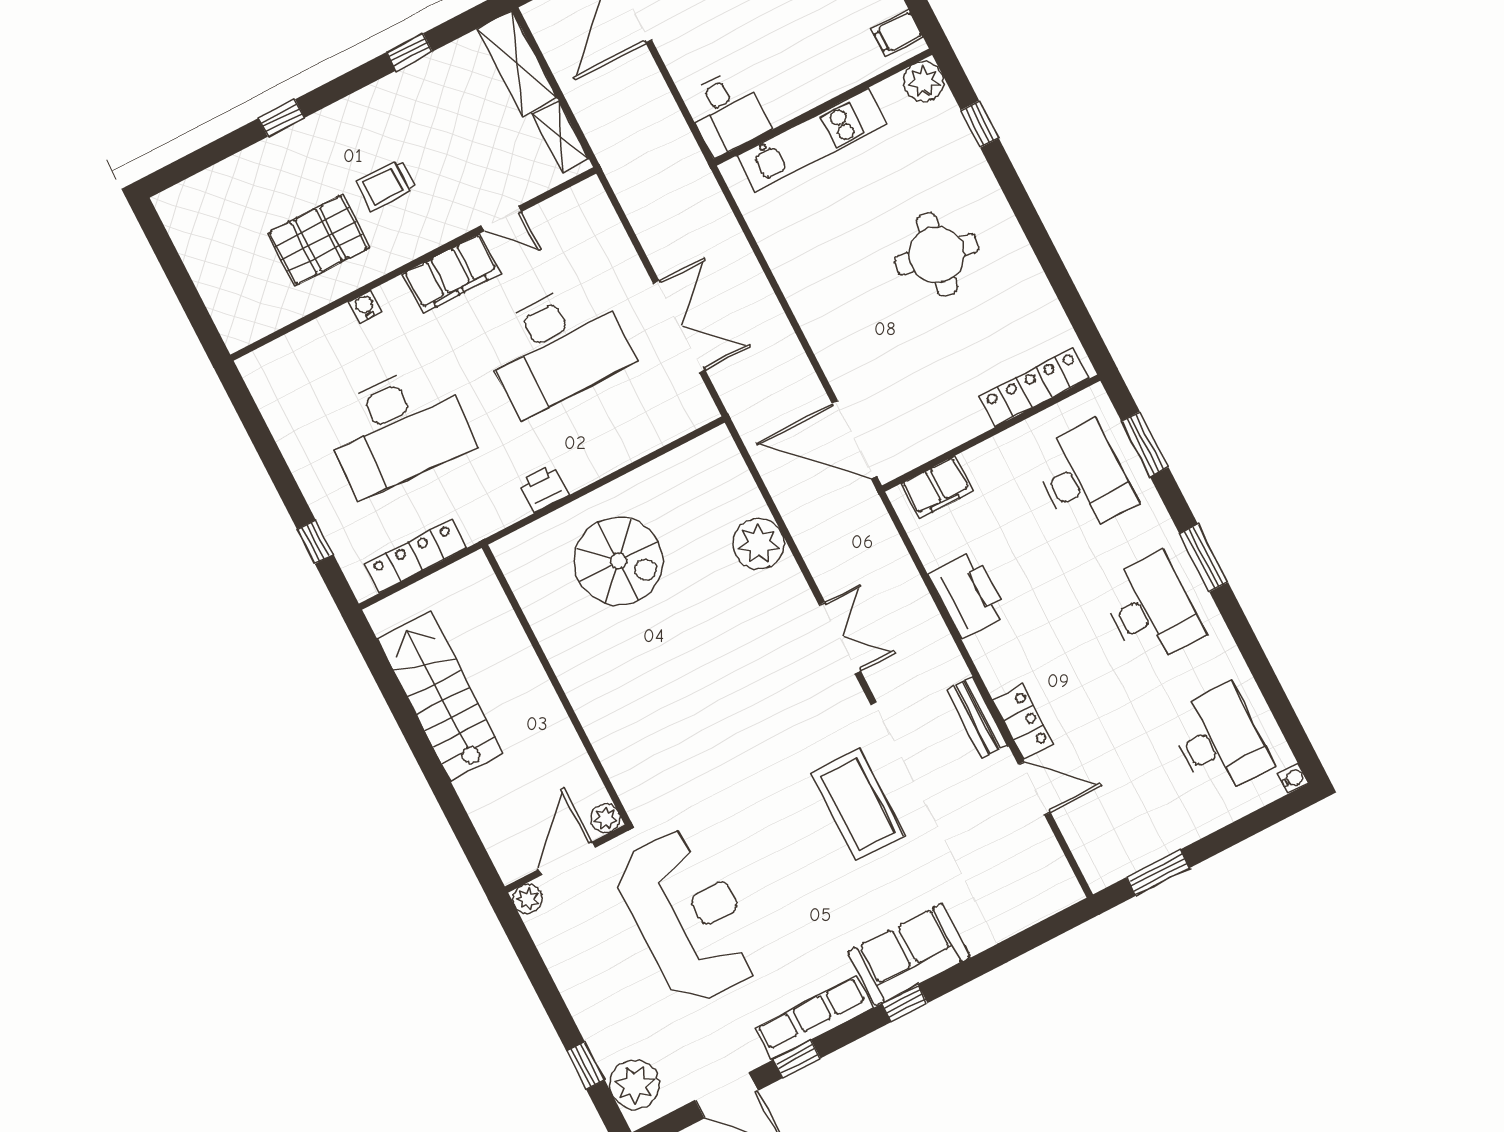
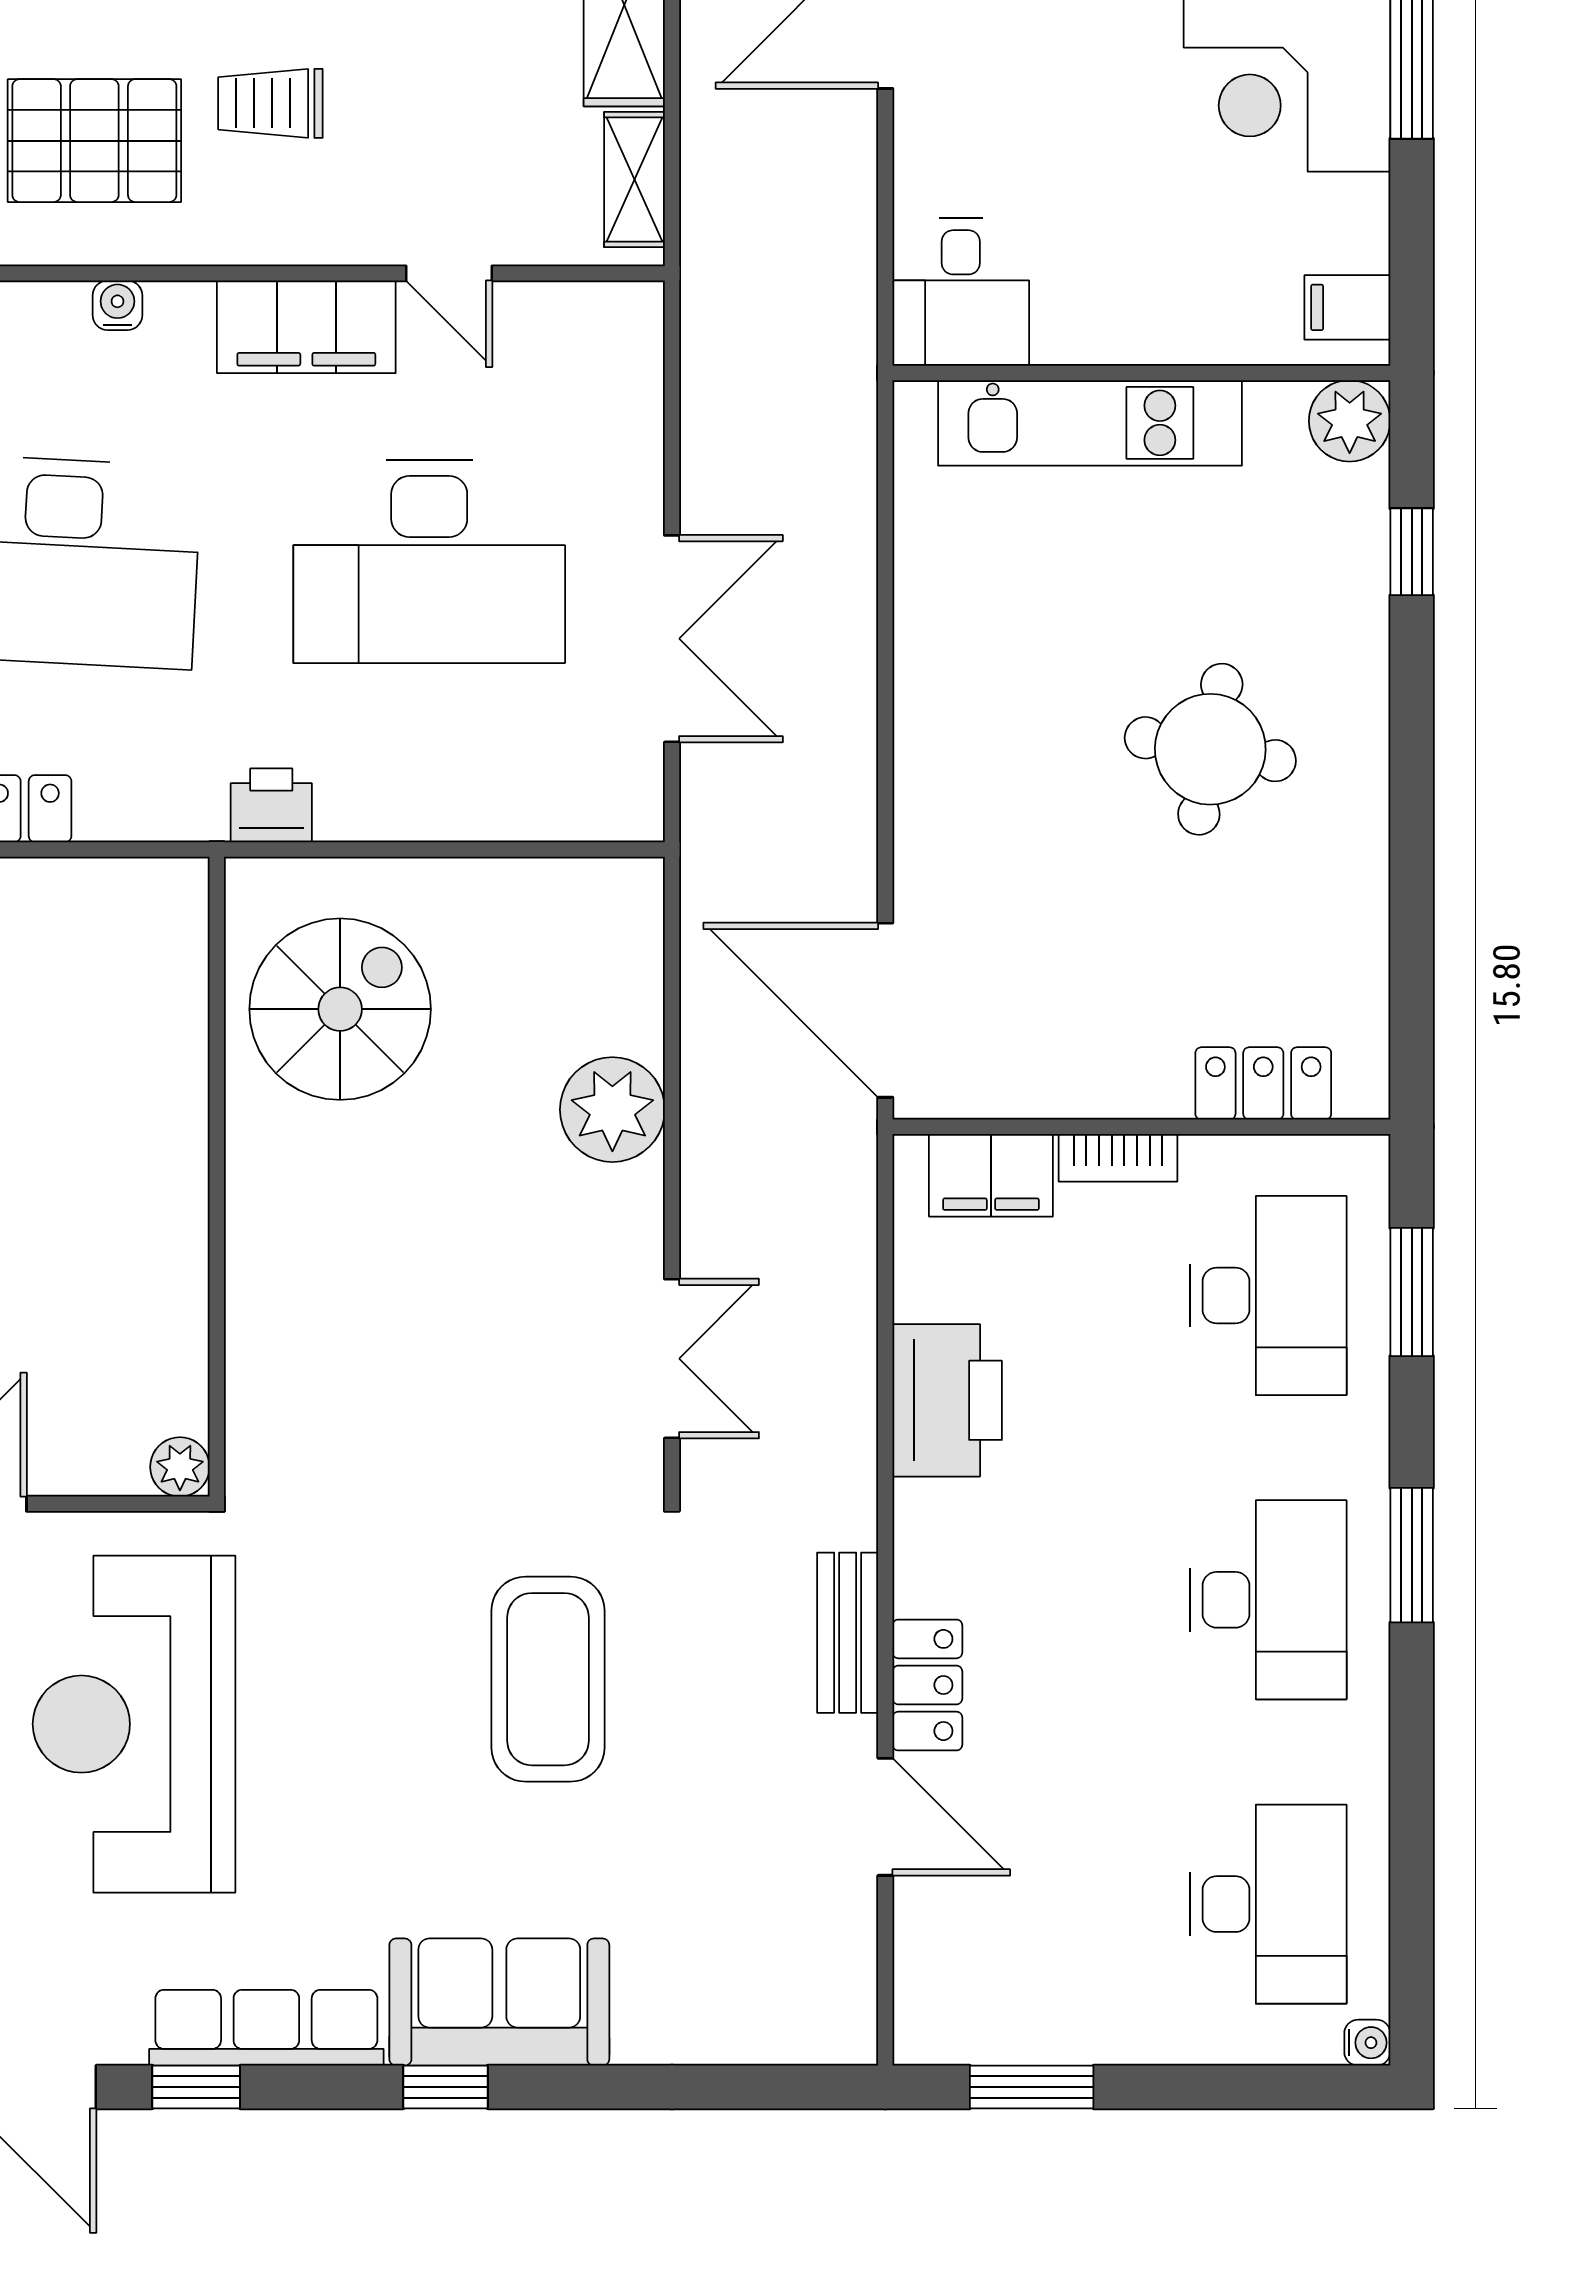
locker: (1034, 387) -> (1263, 1083), width x0.66
bookcase: (988, 452) -> (1118, 1158), added
spiral stairs: (618, 561) -> (340, 1009), turned -90
wall: (556, 685) -> (217, 1177), moved
plant: (605, 818) -> (180, 1467), moved
reception desk: (689, 916) -> (134, 1724), turned 180

